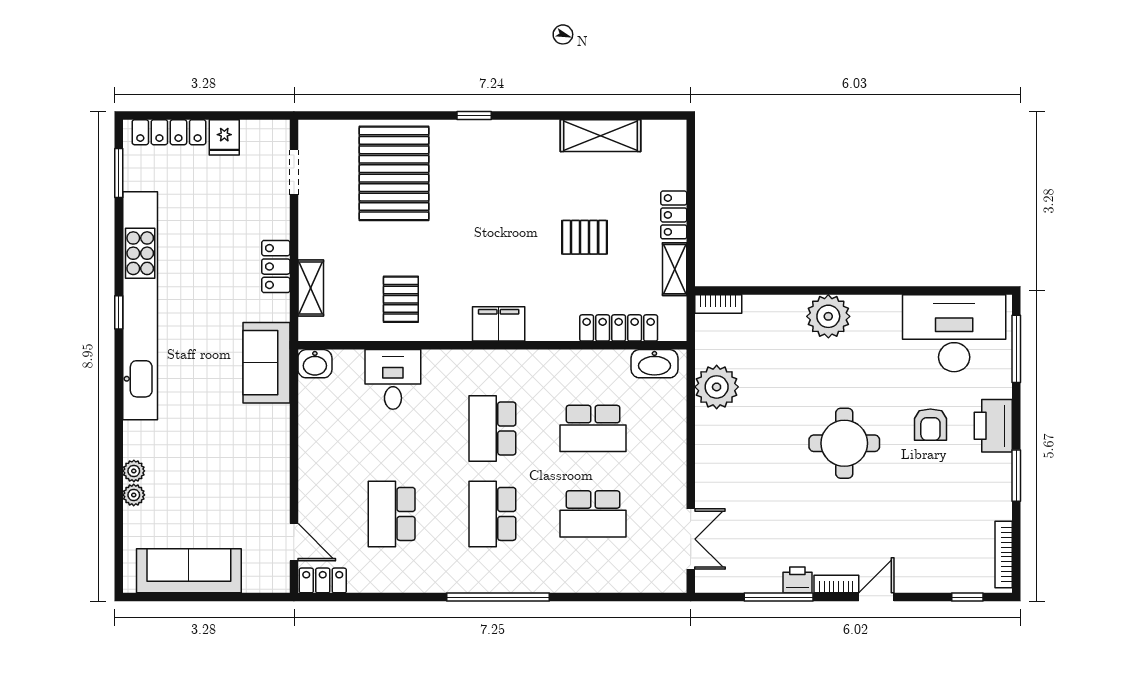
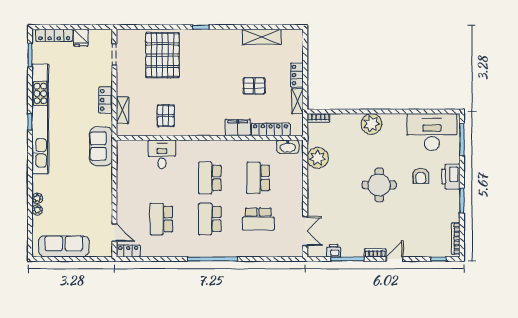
filing cabinet: (499, 324) -> (238, 128), moved
washbasin: (315, 364) -> (124, 147), removed
school desk: (593, 428) -> (258, 178), turned 90
printer: (797, 580) -> (334, 251), moved

